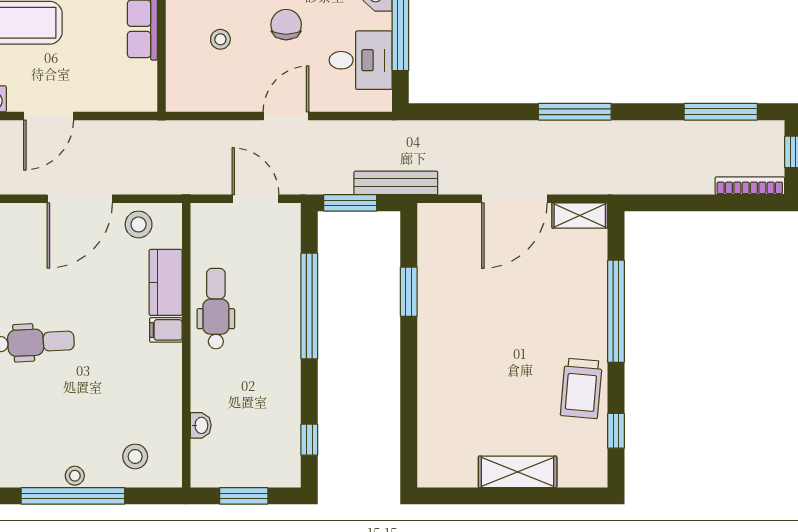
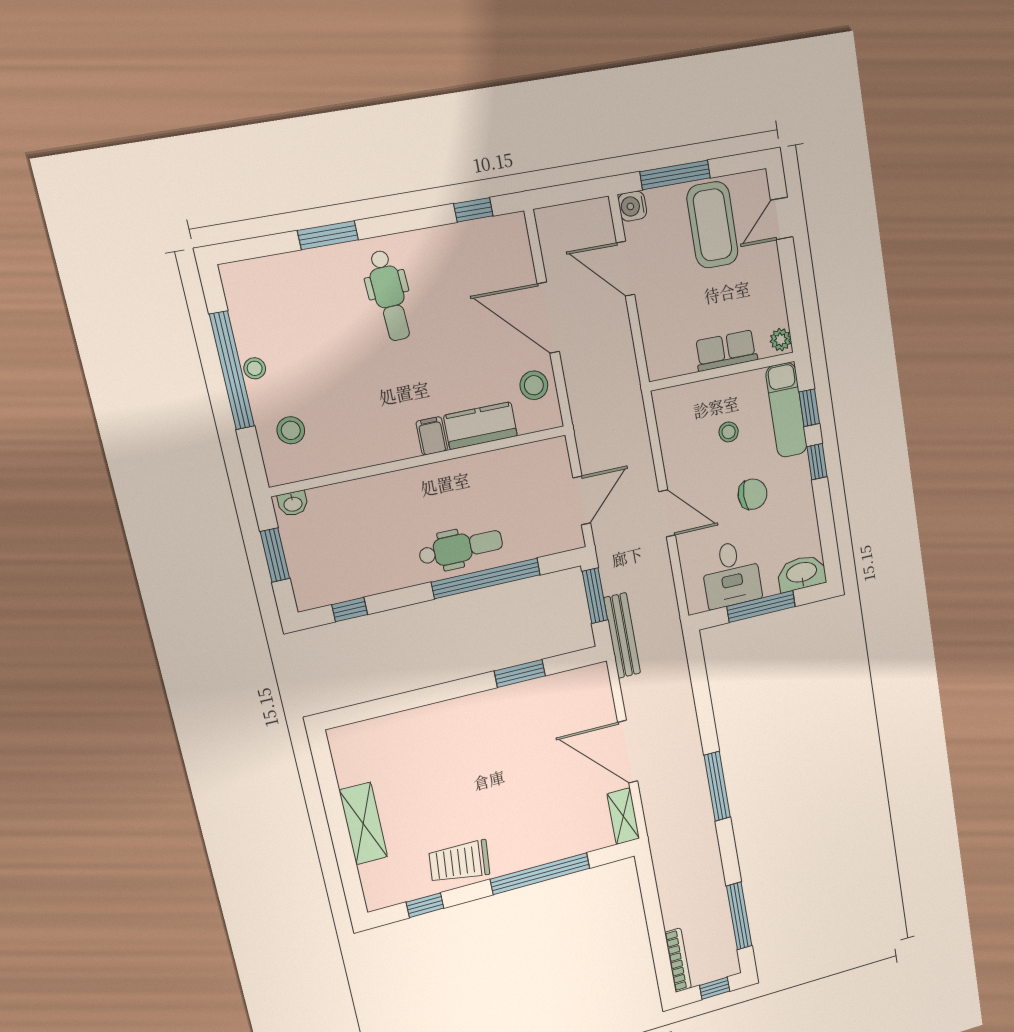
dental chair: (216, 309) -> (461, 548), moved
washbasin: (201, 425) -> (293, 504), moved

